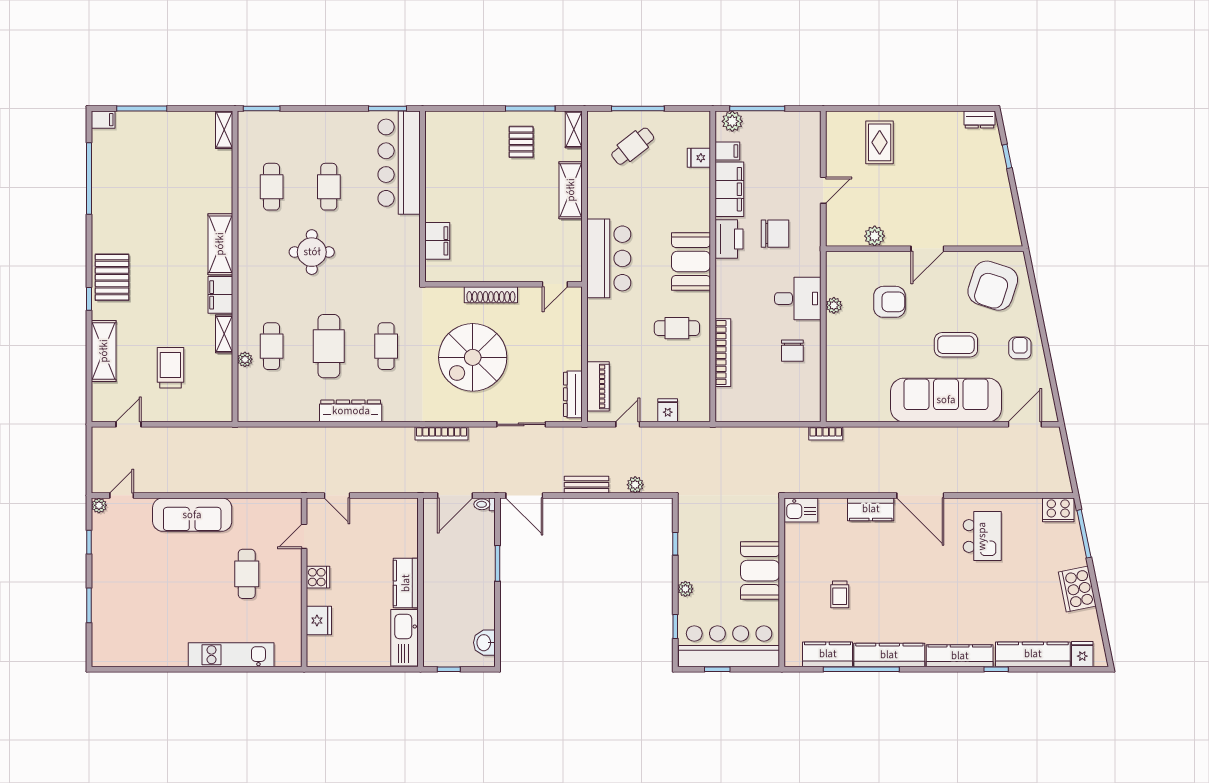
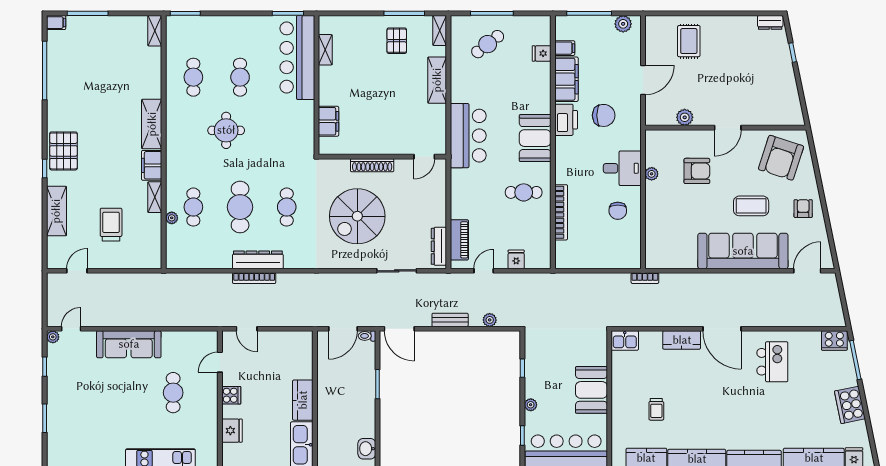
plant: (732, 121) -> (623, 24), moved
shelving: (433, 153) -> (325, 50), added
door: (823, 190) -> (643, 80), width x1.38
bookcase: (441, 433) -> (254, 278), moved

